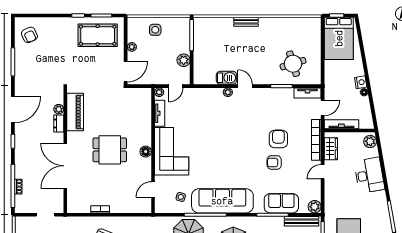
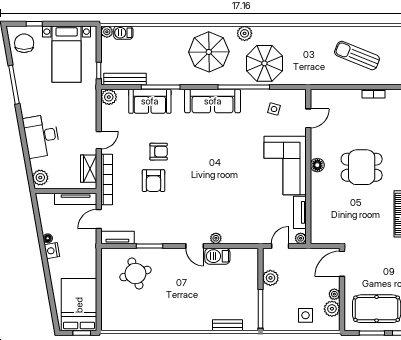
bench: (246, 22) -> (227, 325), moved
plant: (134, 35) -> (332, 309), added
sofa: (222, 201) -> (213, 101), width x0.74, depth x0.79

